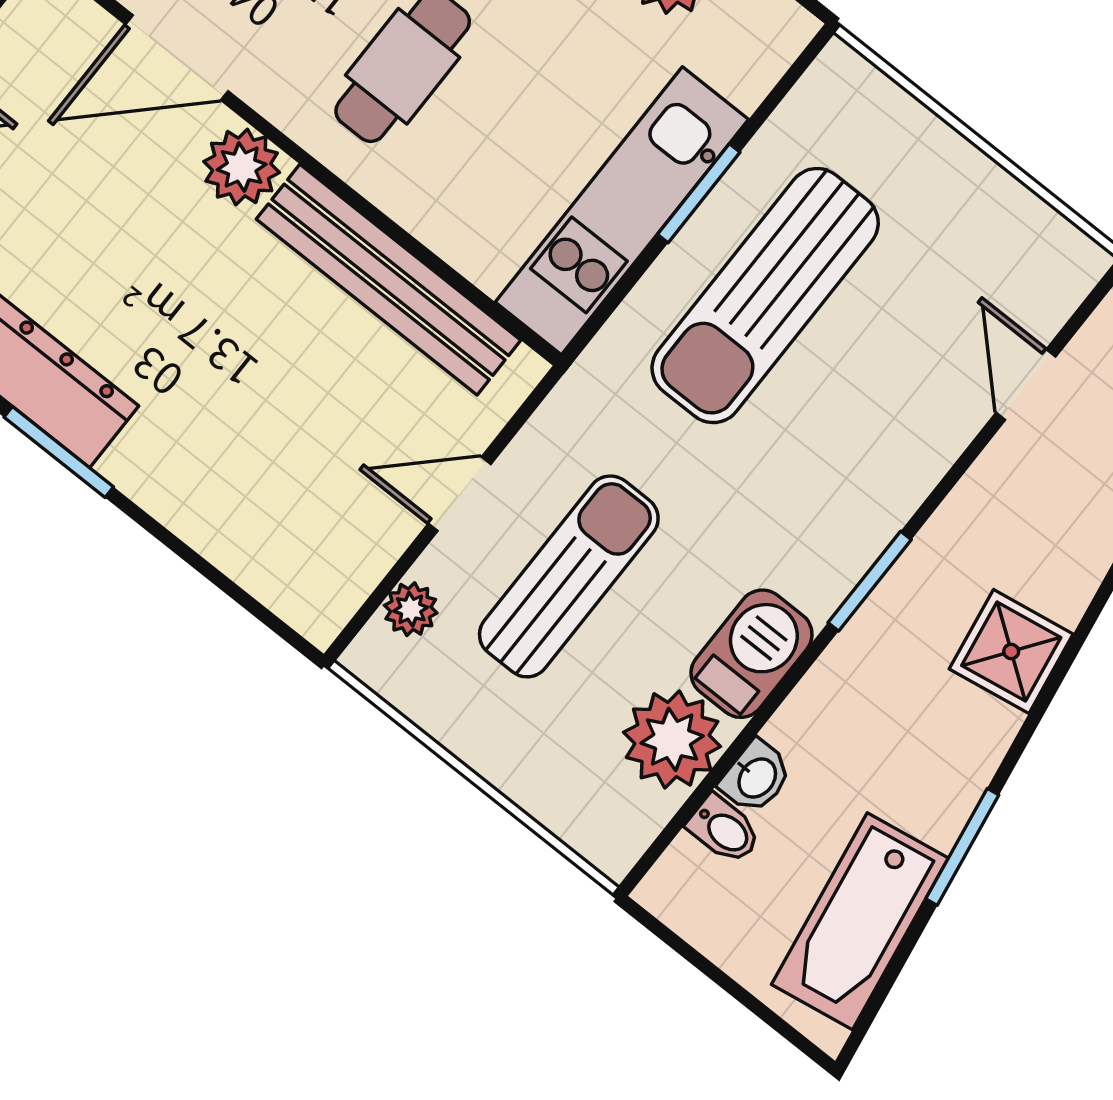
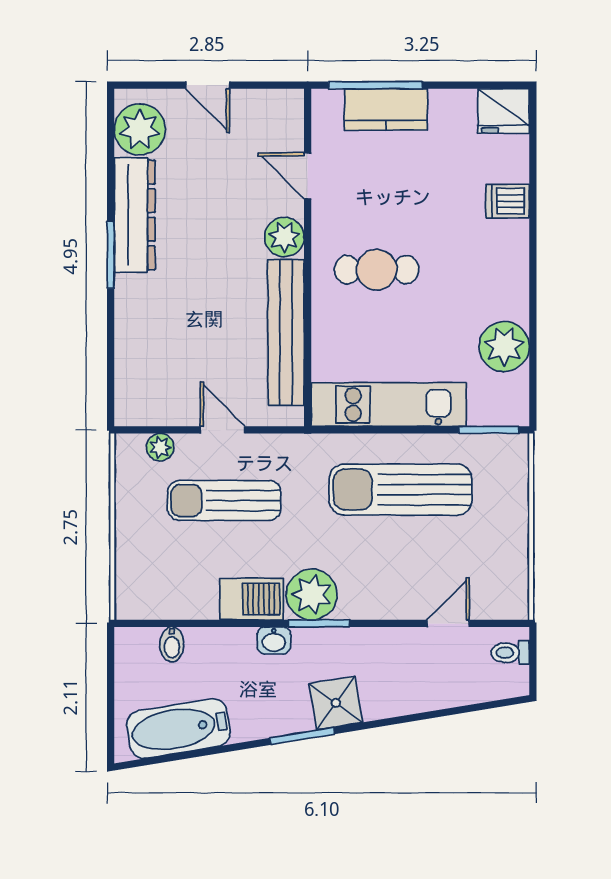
door: (177, 58) -> (308, 176), width x0.73
window: (699, 193) -> (489, 430), moved
sun lounger: (569, 576) -> (224, 500), turned 180
plant: (672, 739) -> (312, 594), moved
washbasin: (756, 777) -> (274, 640), moved
window: (962, 847) -> (302, 736), moved

